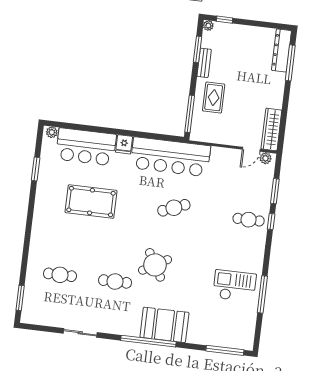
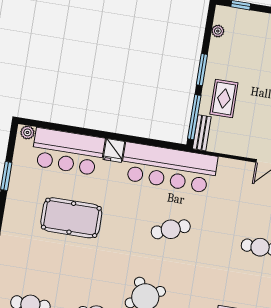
plant: (208, 26) -> (218, 31), moved
window: (197, 49) -> (202, 70), moved
bench: (204, 63) -> (202, 133), moved

